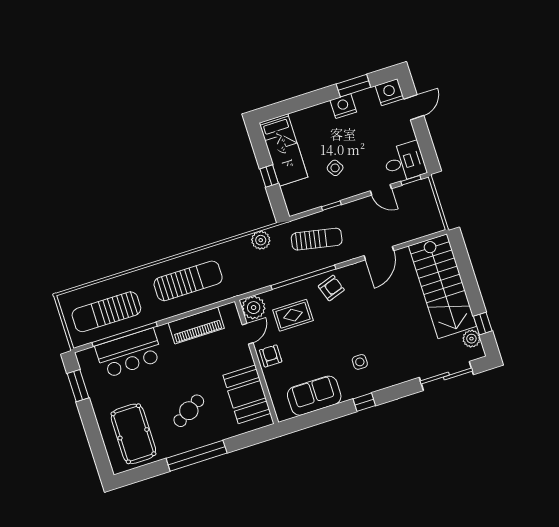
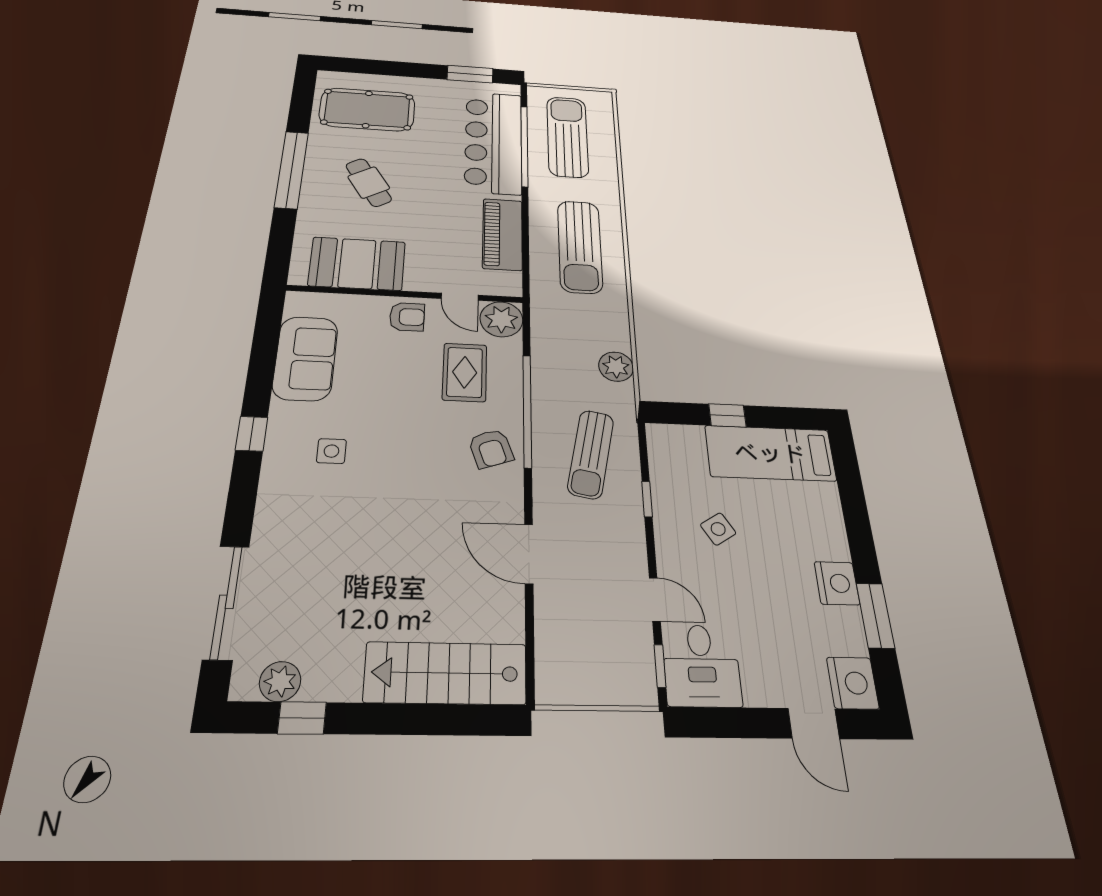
door: (381, 190) -> (655, 599), swing flipped
stairs: (443, 286) -> (446, 673), width x0.73, depth x0.66
bar counter: (129, 353) -> (493, 142), width x1.36

